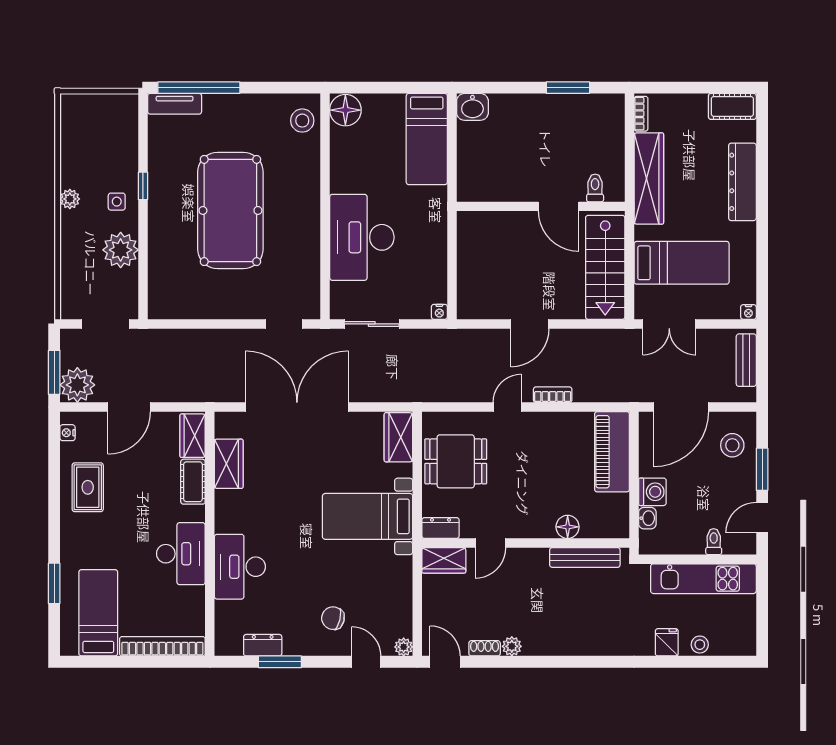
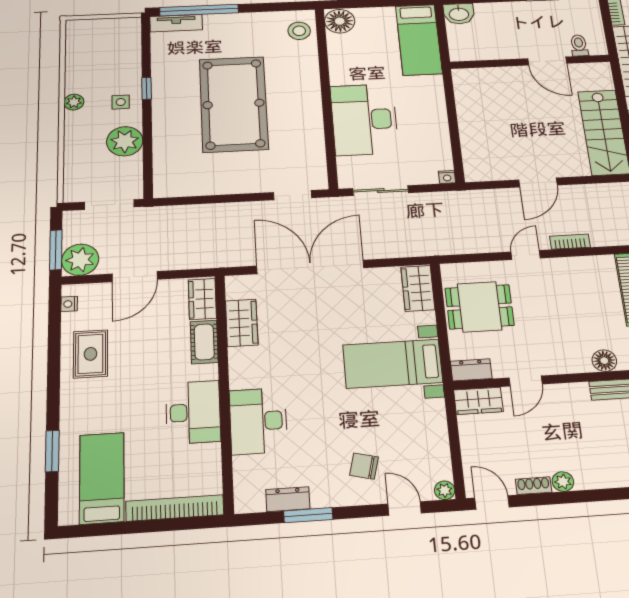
toilet: (595, 188) -> (579, 45), moved
wall: (541, 206) -> (530, 62), moved
door: (559, 206) -> (547, 61), moved

